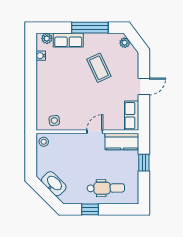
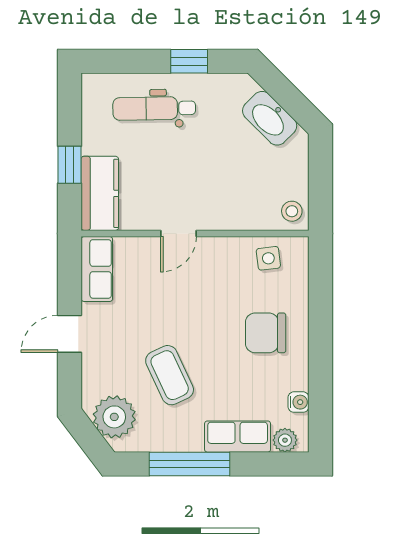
plant: (125, 43) -> (114, 417), width x1.88, depth x1.88
chair: (56, 87) -> (266, 333), added
kitchen counter: (122, 141) -> (100, 193), moved, turned 90

